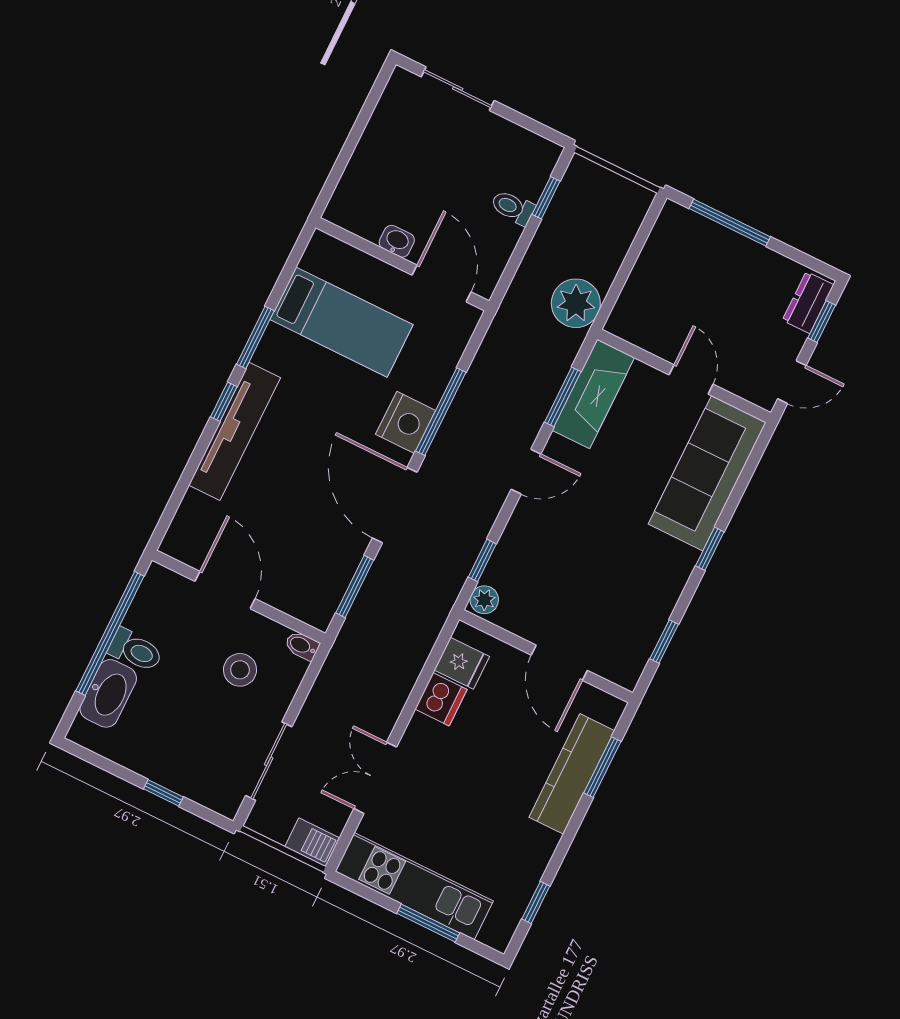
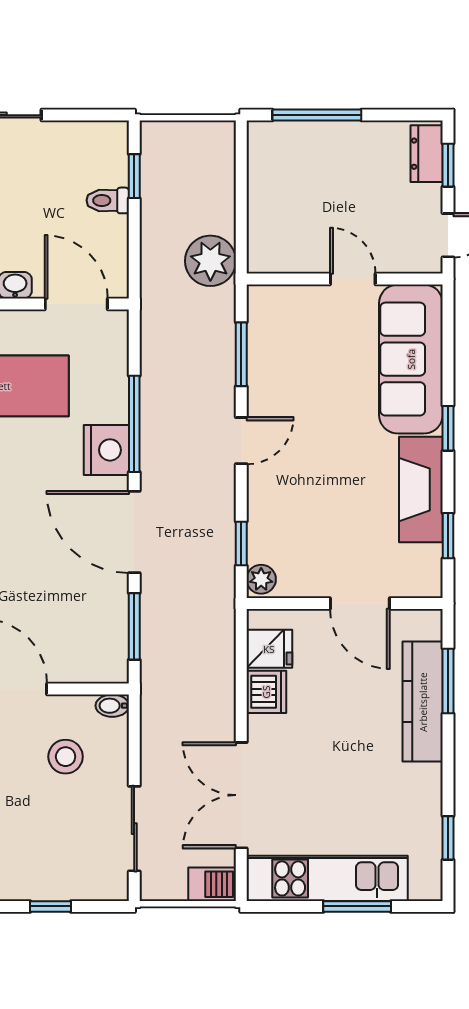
fireplace: (593, 394) -> (421, 490), moved, turned 180
double door: (375, 778) -> (241, 795), width x1.37

